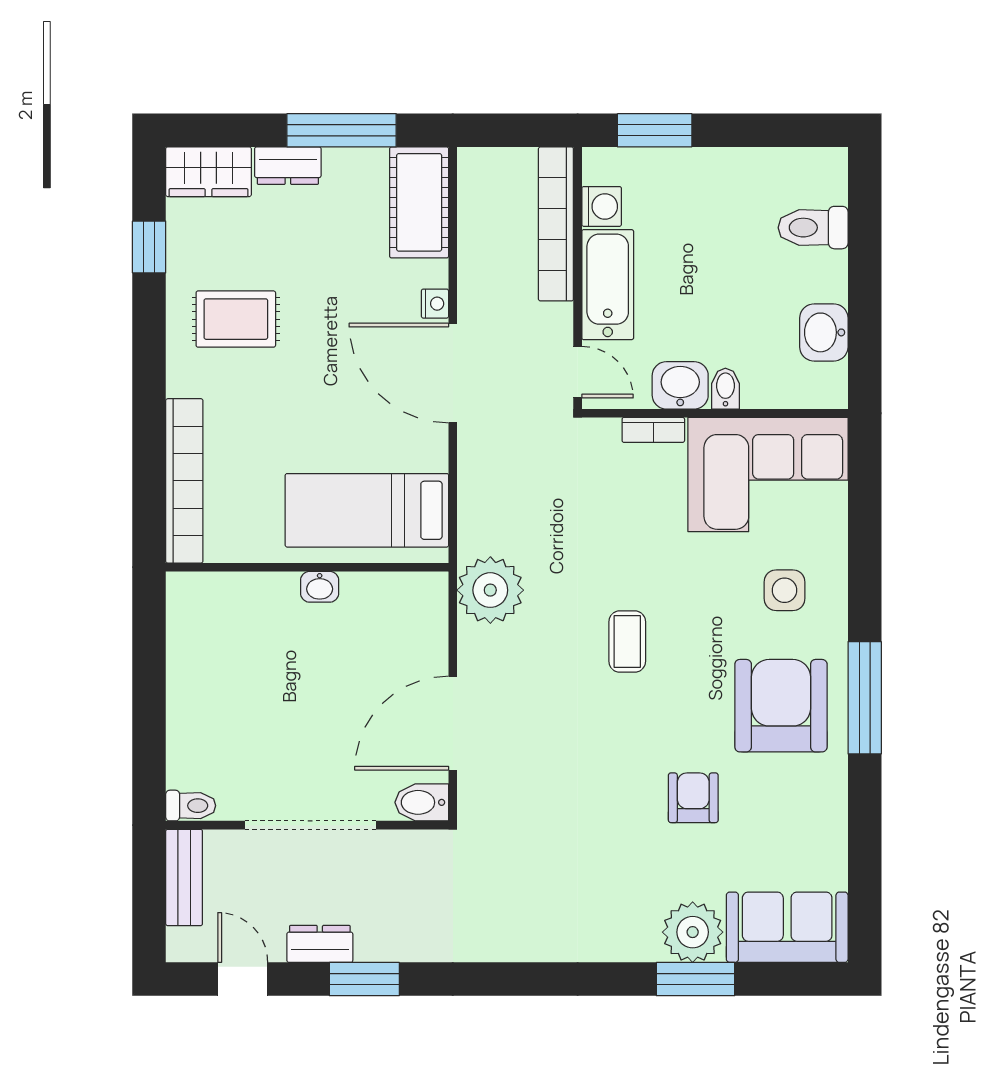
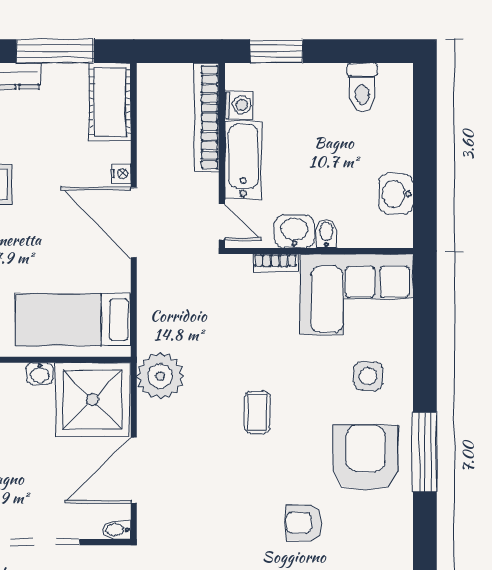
toilet: (813, 228) -> (362, 88), moved, turned -90
shower: (394, 624) -> (92, 400), added
armchair: (693, 798) -> (304, 523), turned -90
bidet: (422, 802) -> (117, 530), width x0.72, depth x0.74

